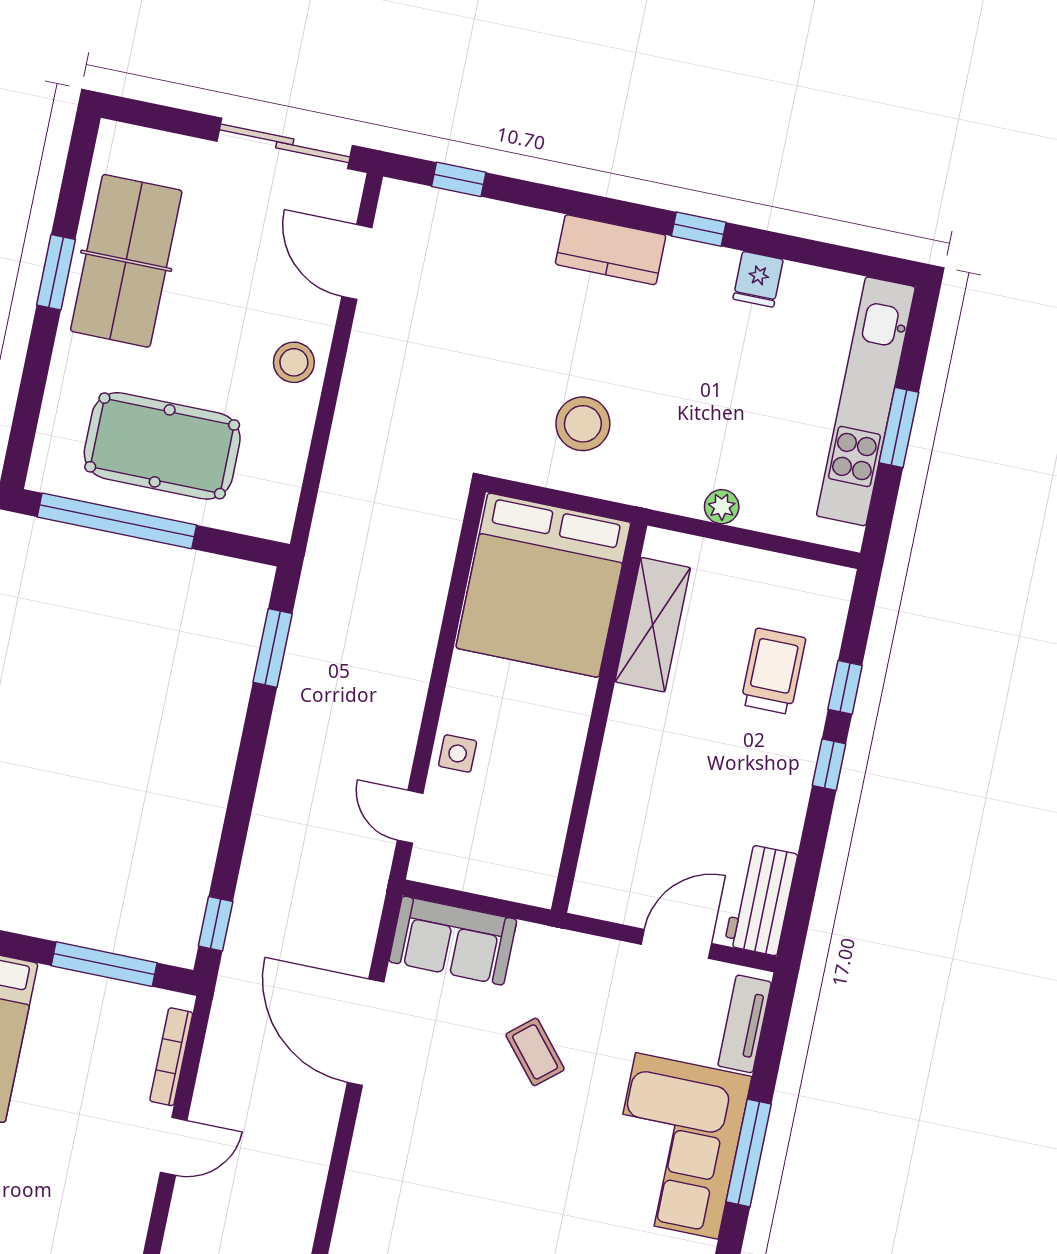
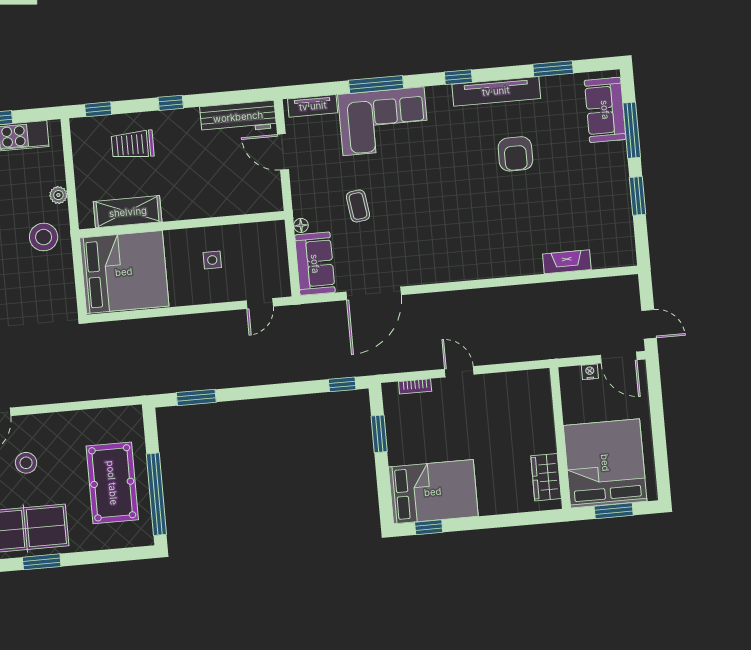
stool: (294, 362) -> (26, 463), moved
stool: (583, 424) -> (44, 237), moved
window: (845, 687) -> (98, 109), moved
side table: (458, 753) -> (212, 260), moved
workbench: (761, 900) -> (238, 117), width x1.38
floor lamp: (531, 936) -> (301, 225), added
window: (104, 964) -> (379, 434), width x0.69
coffee table: (535, 1052) -> (358, 206), turned -58
bookcase: (171, 1057) -> (415, 386), width x0.64

